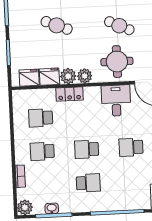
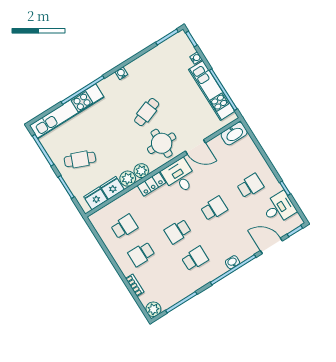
cafe table: (57, 25) -> (80, 159), moved
cafe table: (119, 26) -> (147, 112), turned -45
locker: (69, 94) -> (151, 184), moved
school desk: (41, 118) -> (124, 227), turned 180
school desk: (131, 147) -> (214, 209), turned 180
washbasin: (52, 208) -> (232, 262), moved

